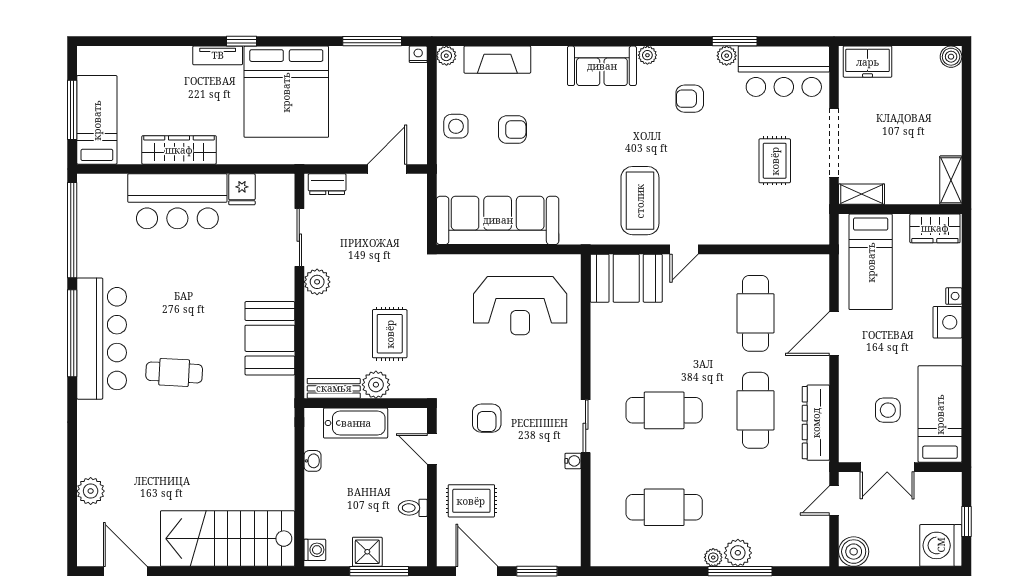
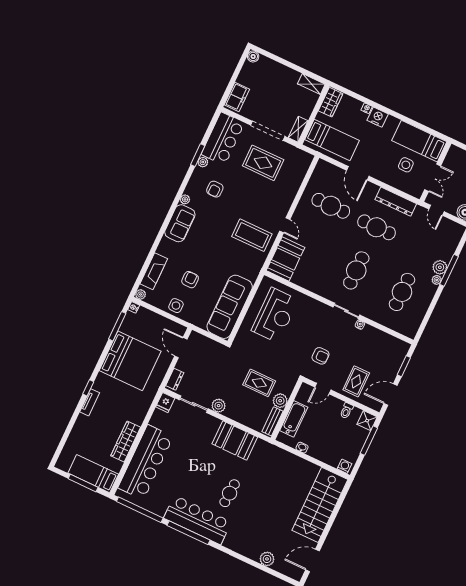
bed: (286, 92) -> (130, 361), moved
rug: (775, 161) -> (263, 163), width x1.36, depth x1.43
fridge: (242, 189) -> (165, 403), moved, turned 90
bar counter: (177, 201) -> (146, 462), width x1.36
shower: (367, 552) -> (367, 421), moved

